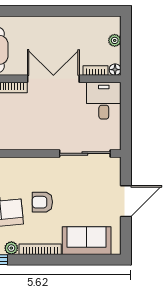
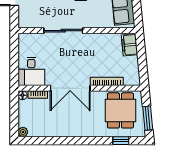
plant: (115, 40) -> (23, 132), moved
sliding door: (85, 153) -> (63, 31), moved

